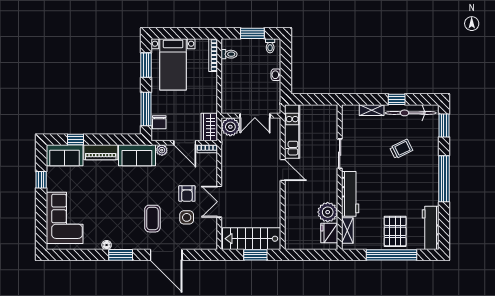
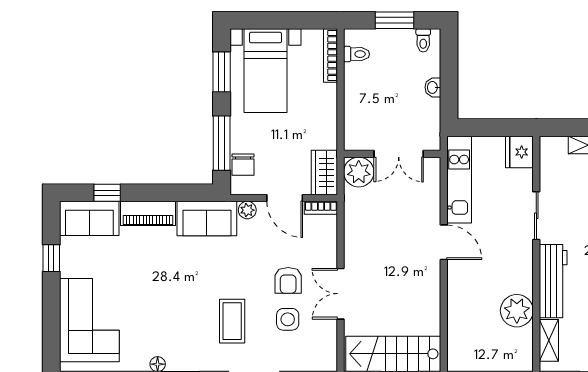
fridge: (329, 233) -> (519, 152), moved

